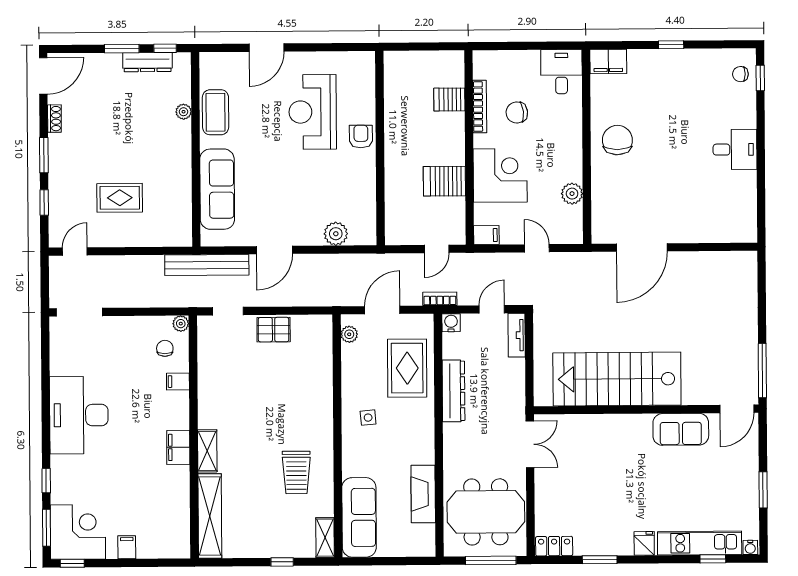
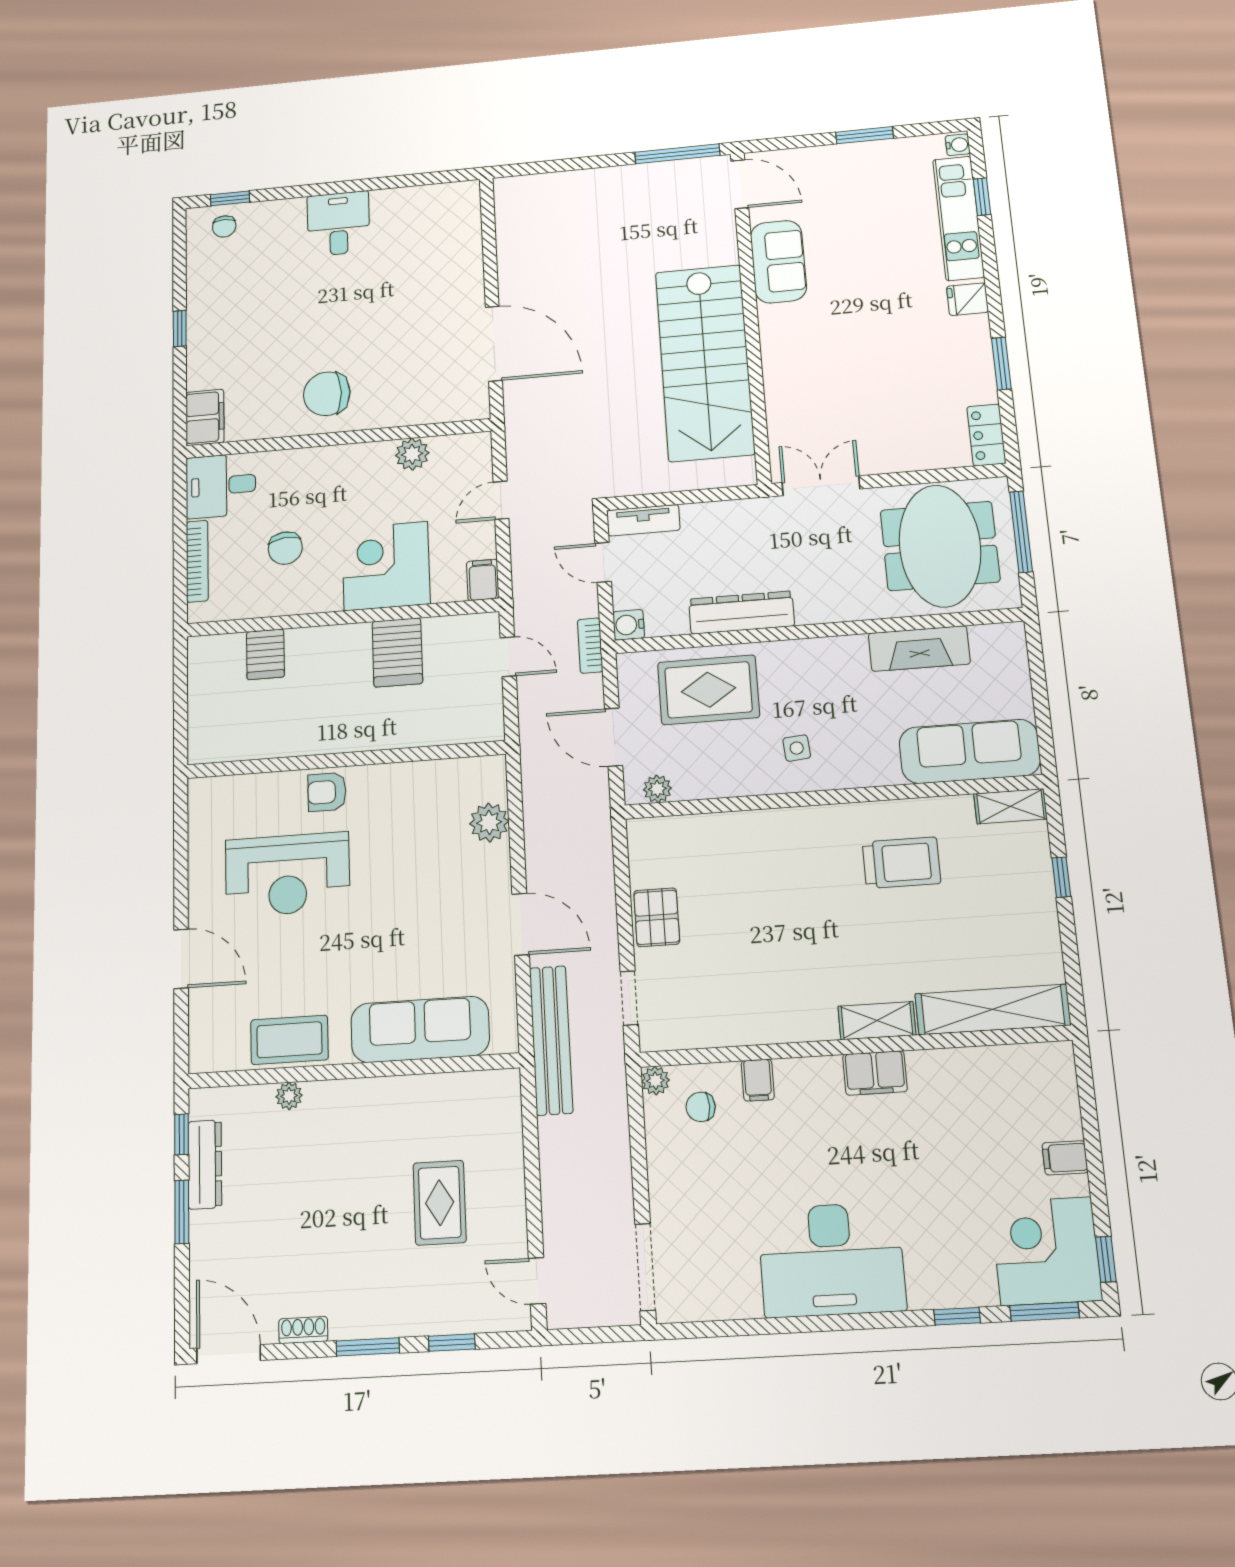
bookcase: (480, 107) -> (197, 561), moved, turned 90

